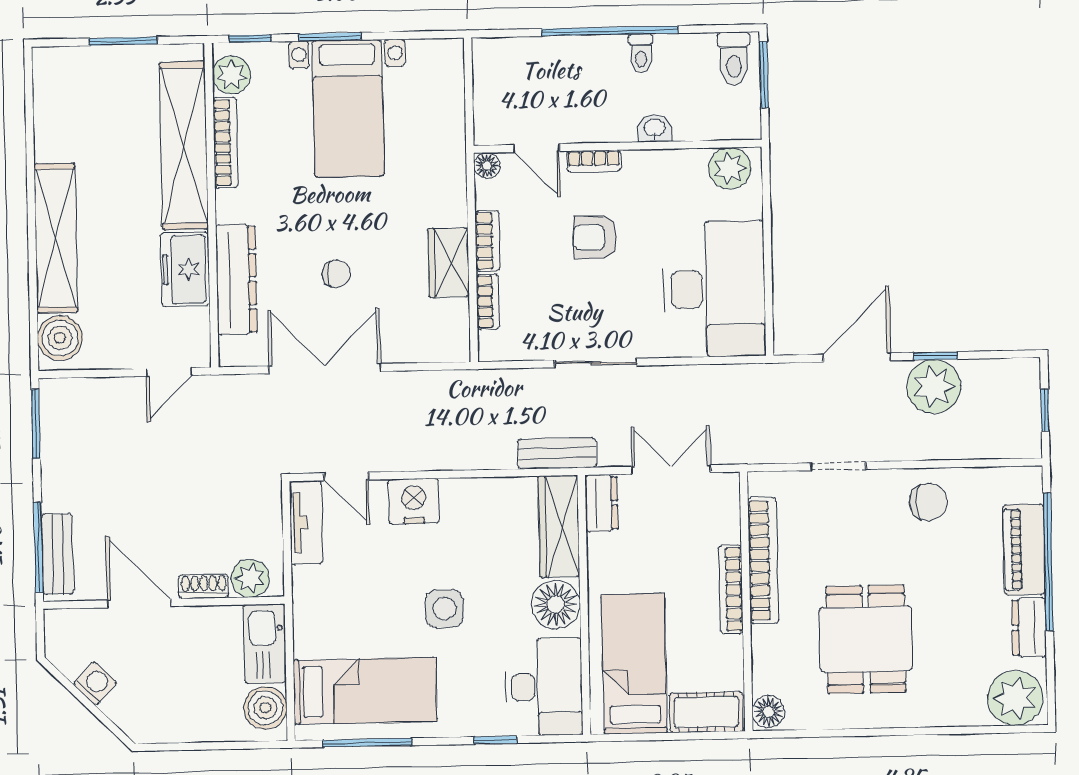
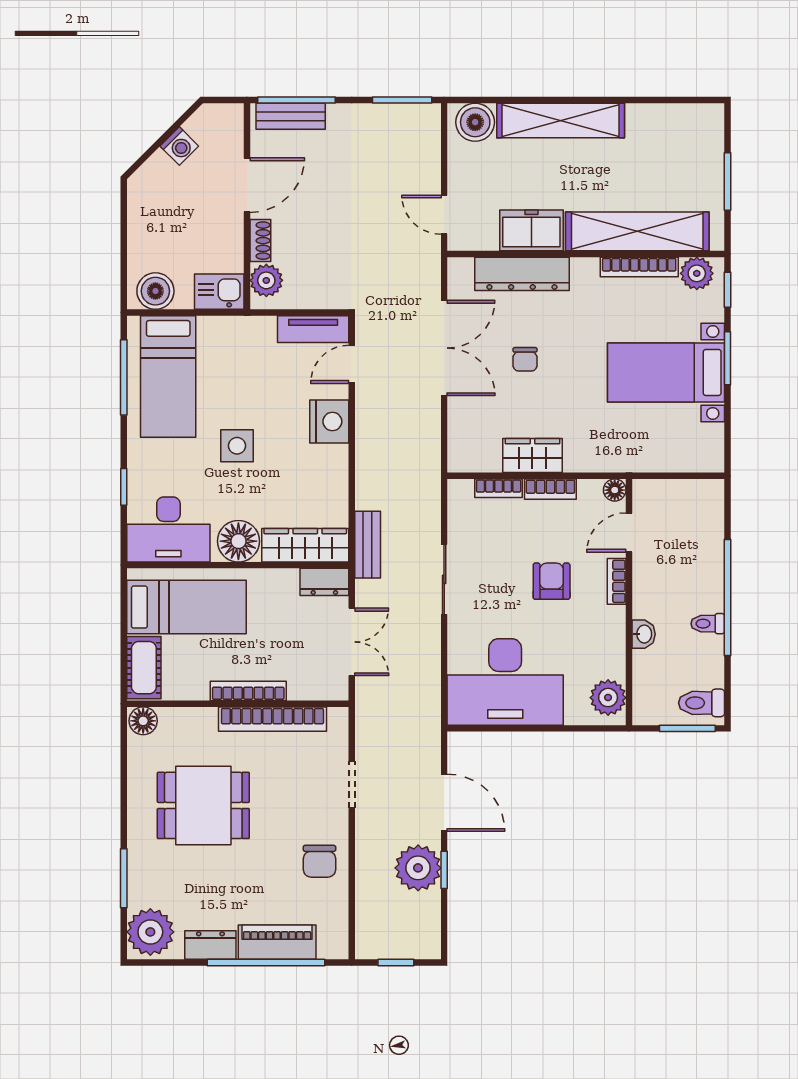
kitchen sink: (265, 644) -> (219, 292), width x0.73
window: (953, 730) -> (124, 878), added

